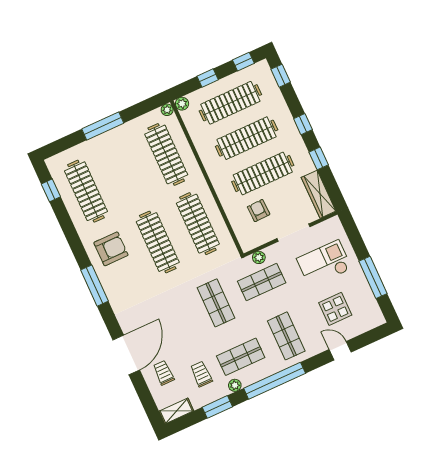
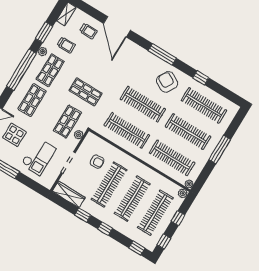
clothes rail: (126, 173) -> (188, 132), added
window: (51, 190) -> (201, 78), moved
armchair: (111, 249) -> (167, 82), turned 119
shop shelf: (286, 336) -> (32, 100), turned 90

